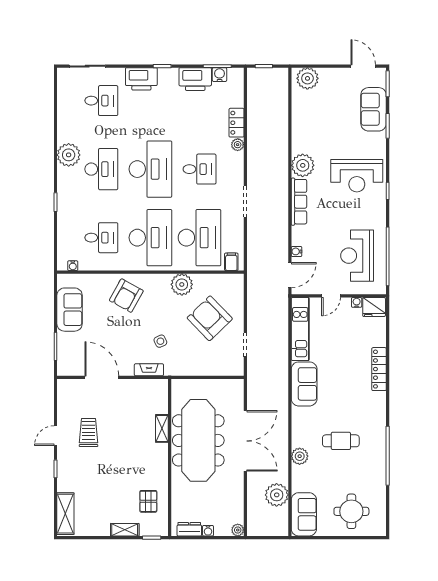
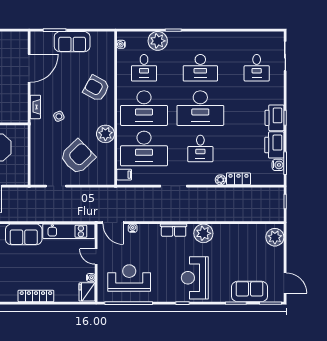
door: (363, 66) -> (285, 283), hinge flipped
printer: (141, 79) -> (275, 118), moved
plant: (69, 155) -> (158, 41), moved
row of seats: (299, 202) -> (174, 230), width x0.68
sofa: (70, 310) -> (72, 42), moved

